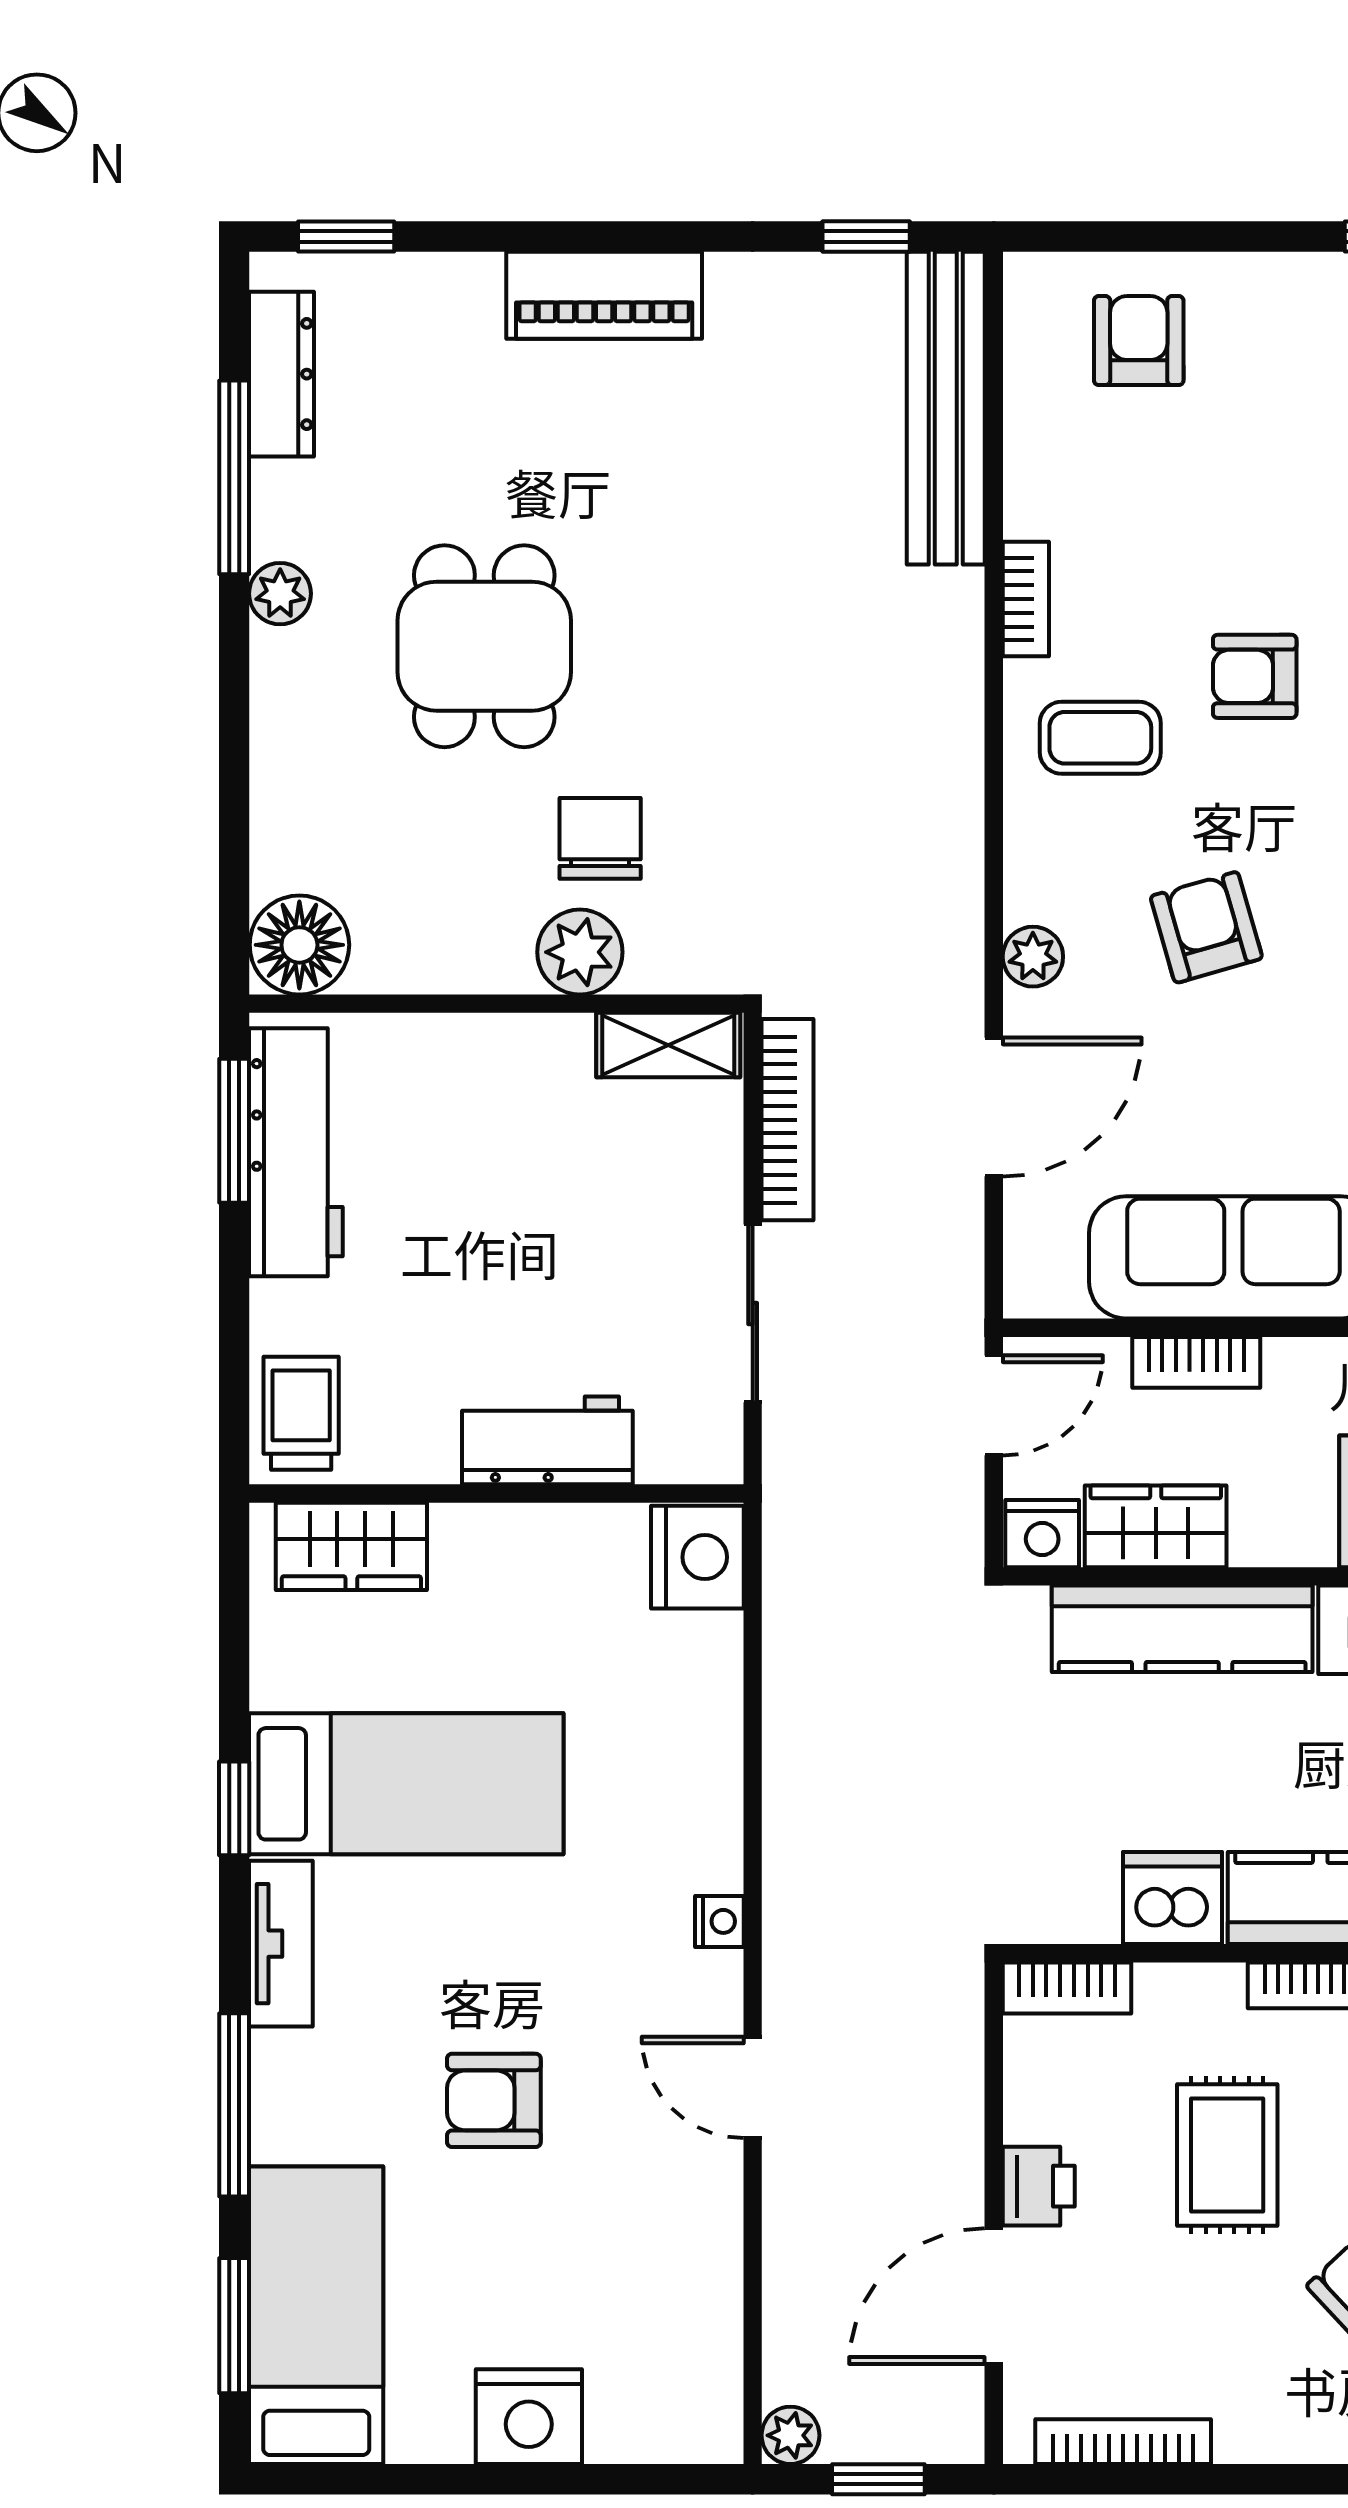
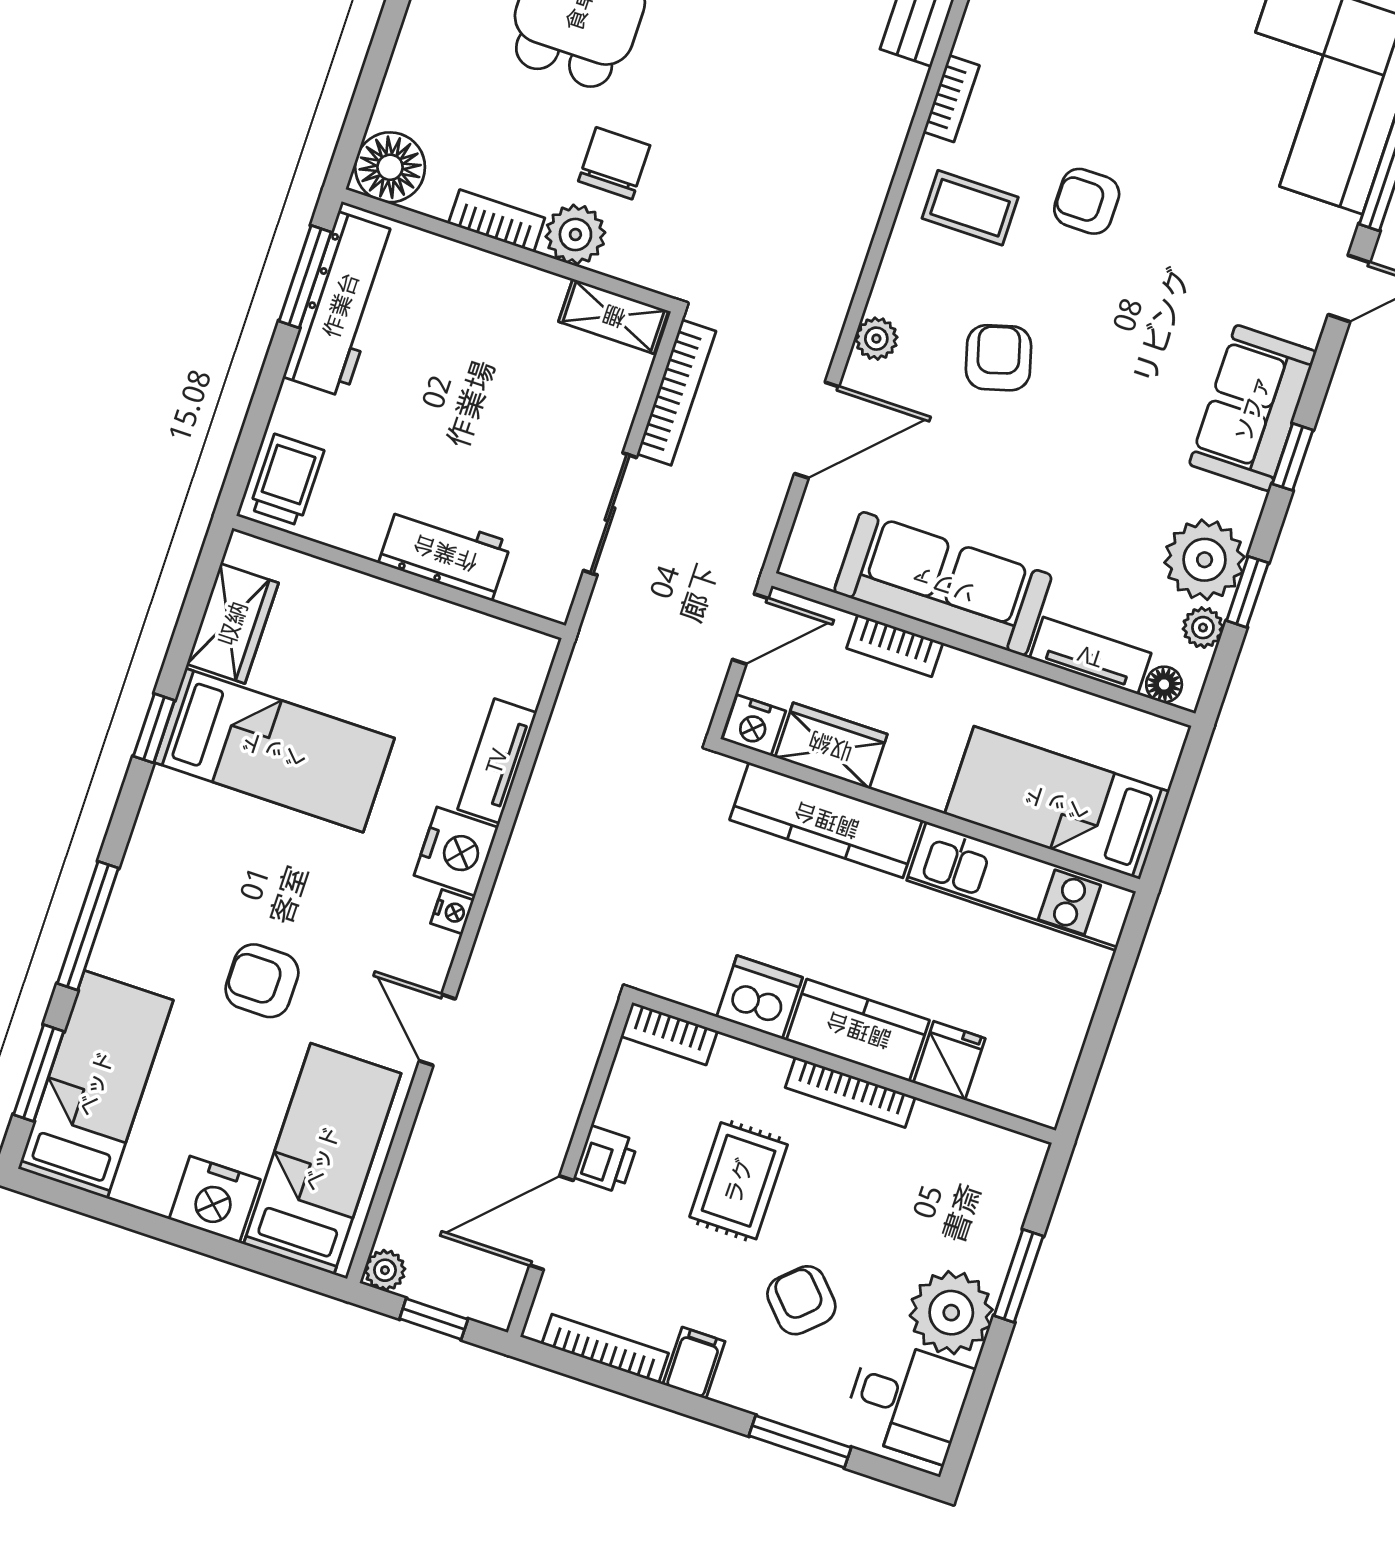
bookcase: (467, 969) -> (497, 221), added
wardrobe: (351, 1546) -> (233, 624), moved, turned -90
nightstand: (697, 1557) -> (456, 851), moved
tv unit: (281, 1944) -> (497, 761), moved, turned 180
bed: (656, 2313) -> (322, 1159), added
filing cabinet: (1249, 2421) -> (694, 1363), added

